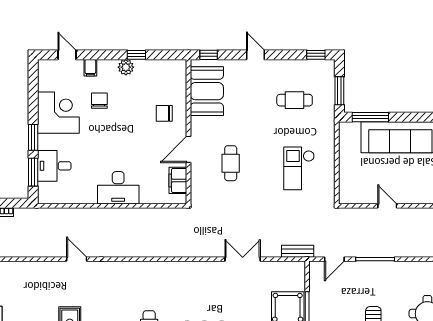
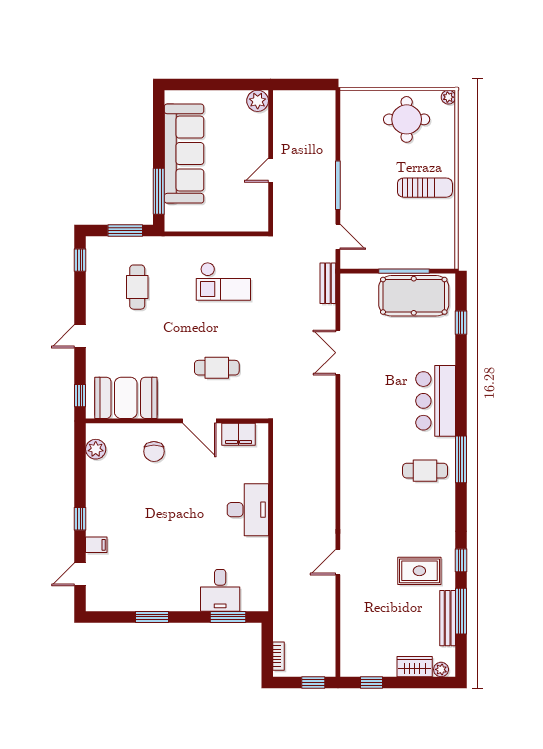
window: (136, 55) -> (80, 519), moved
plant: (126, 67) -> (96, 449), moved
chair: (99, 101) -> (138, 533), removed
corner desk: (58, 113) -> (153, 585), removed
window: (33, 137) -> (152, 617), moved

